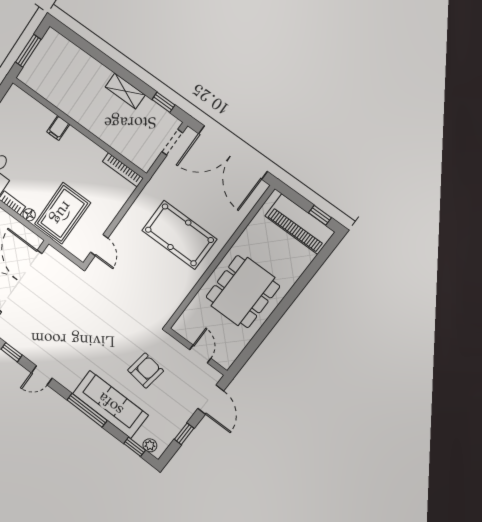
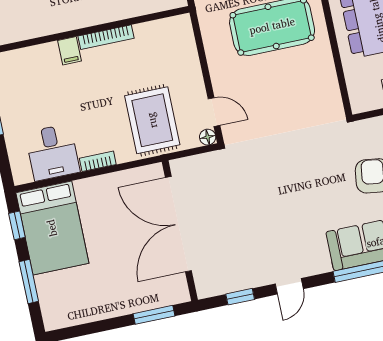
bookcase: (123, 170) -> (106, 37), moved
floor lamp: (29, 215) -> (208, 137), moved

